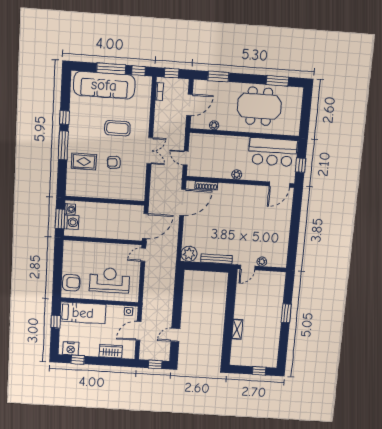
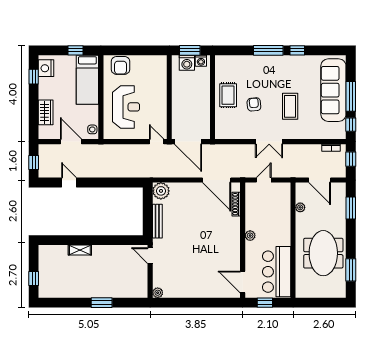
rug: (84, 161) -> (228, 95), moved
plant: (262, 262) -> (158, 293), moved

